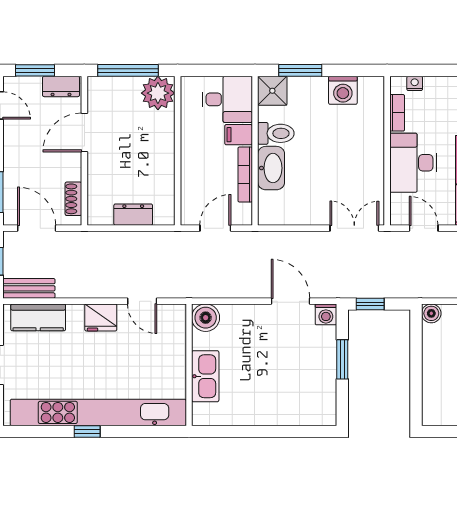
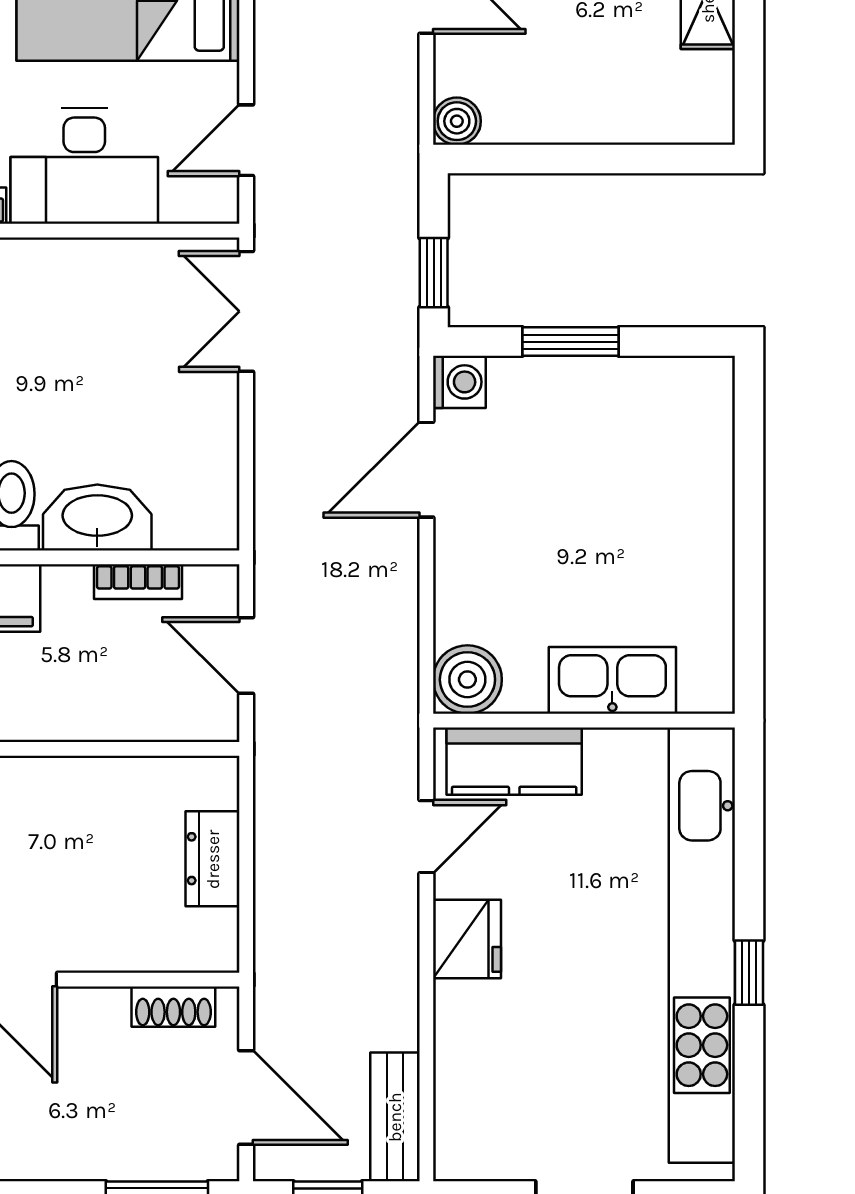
bookcase: (245, 174) -> (138, 582), width x0.64
door: (37, 228) -> (246, 1098), swing flipped
kitchen counter: (38, 317) -> (514, 761), moved, turned 90

